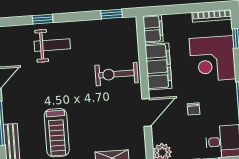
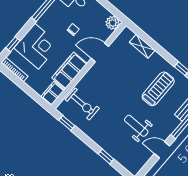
weight bench: (52, 45) -> (136, 126), moved
exercise bike: (116, 74) -> (82, 104), moved

